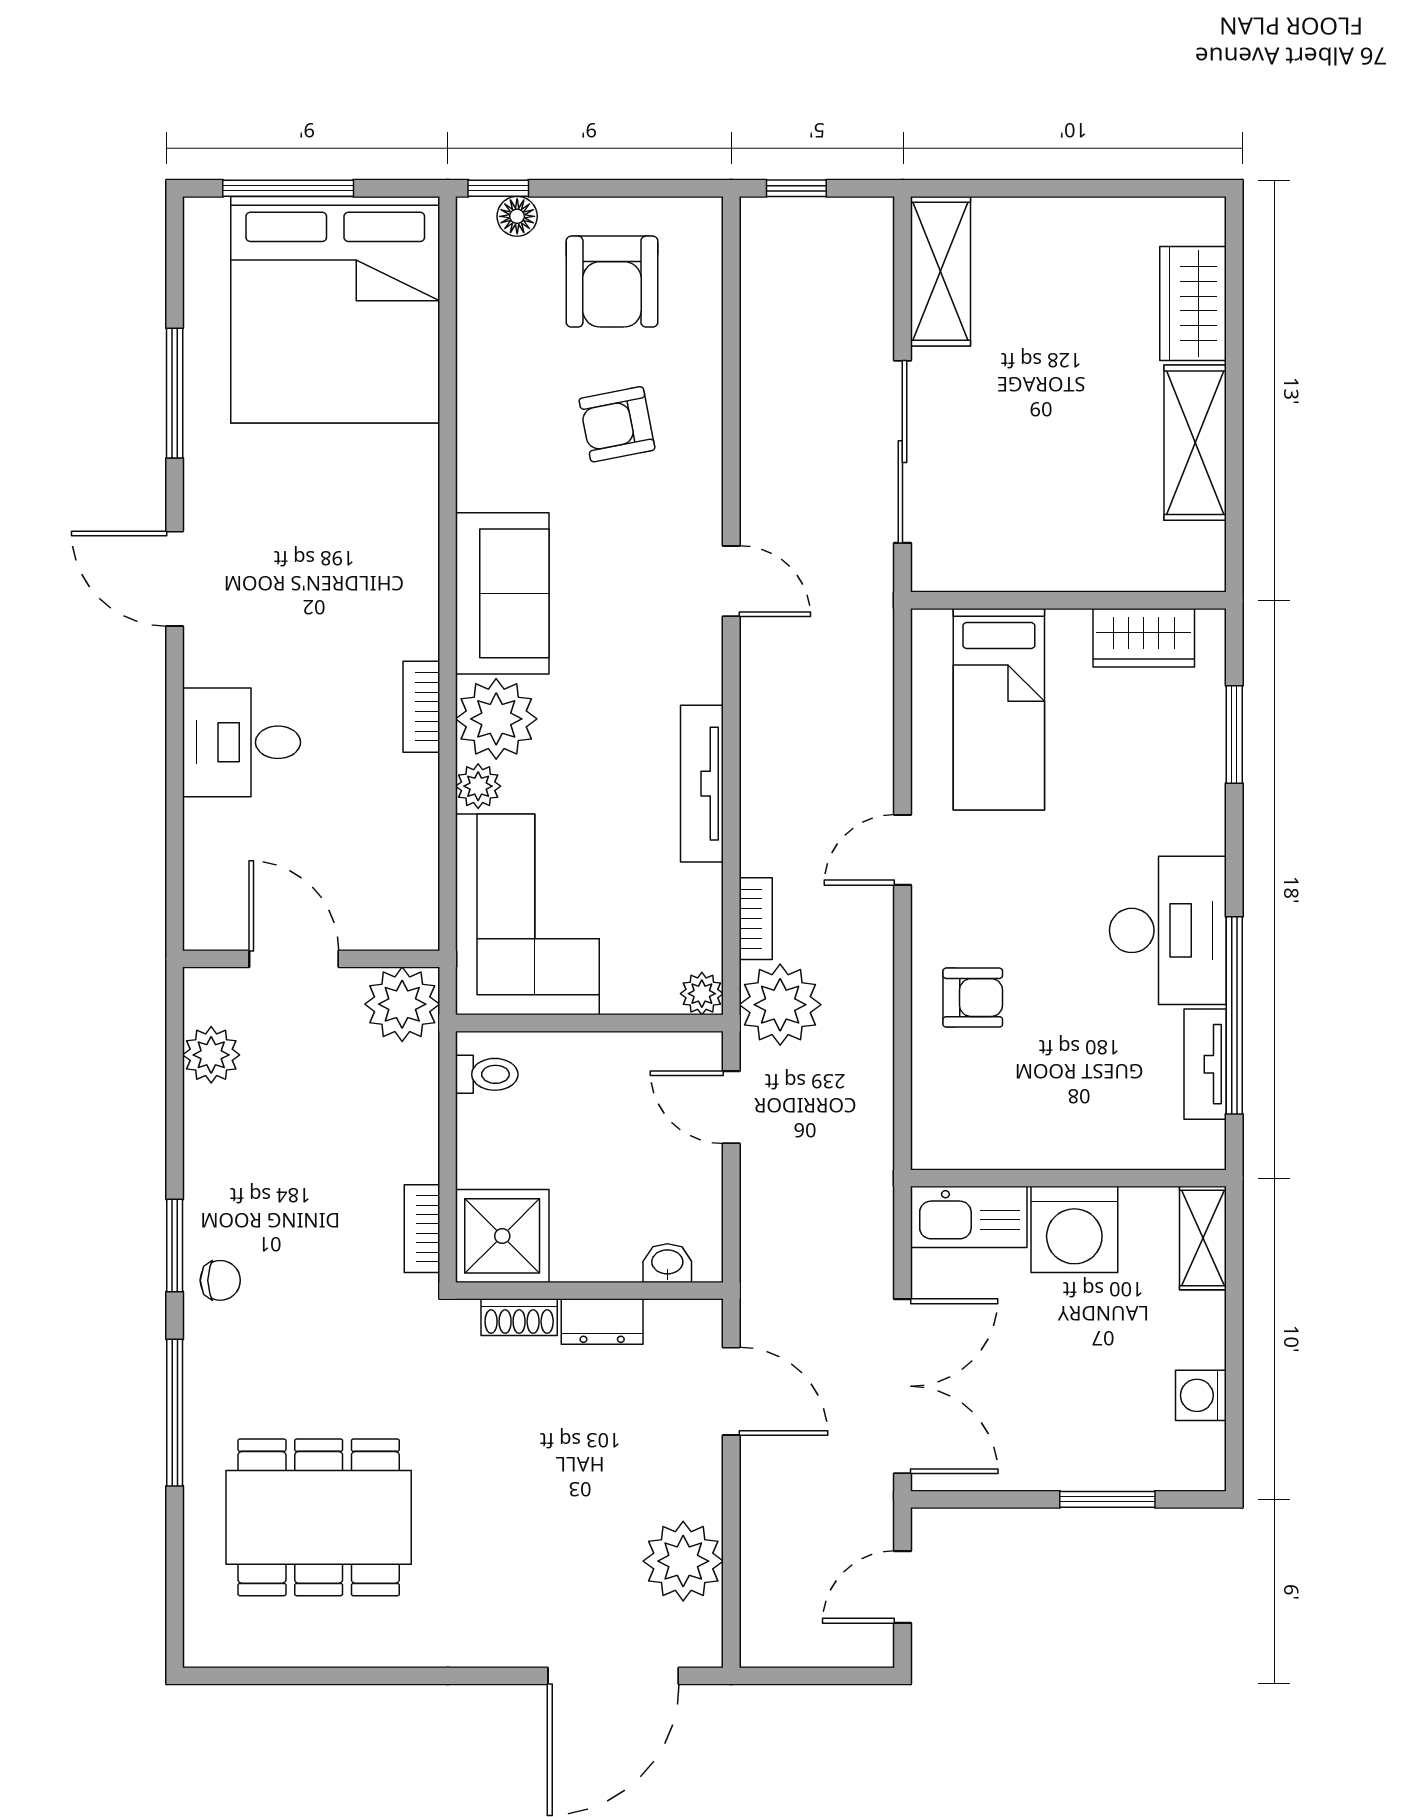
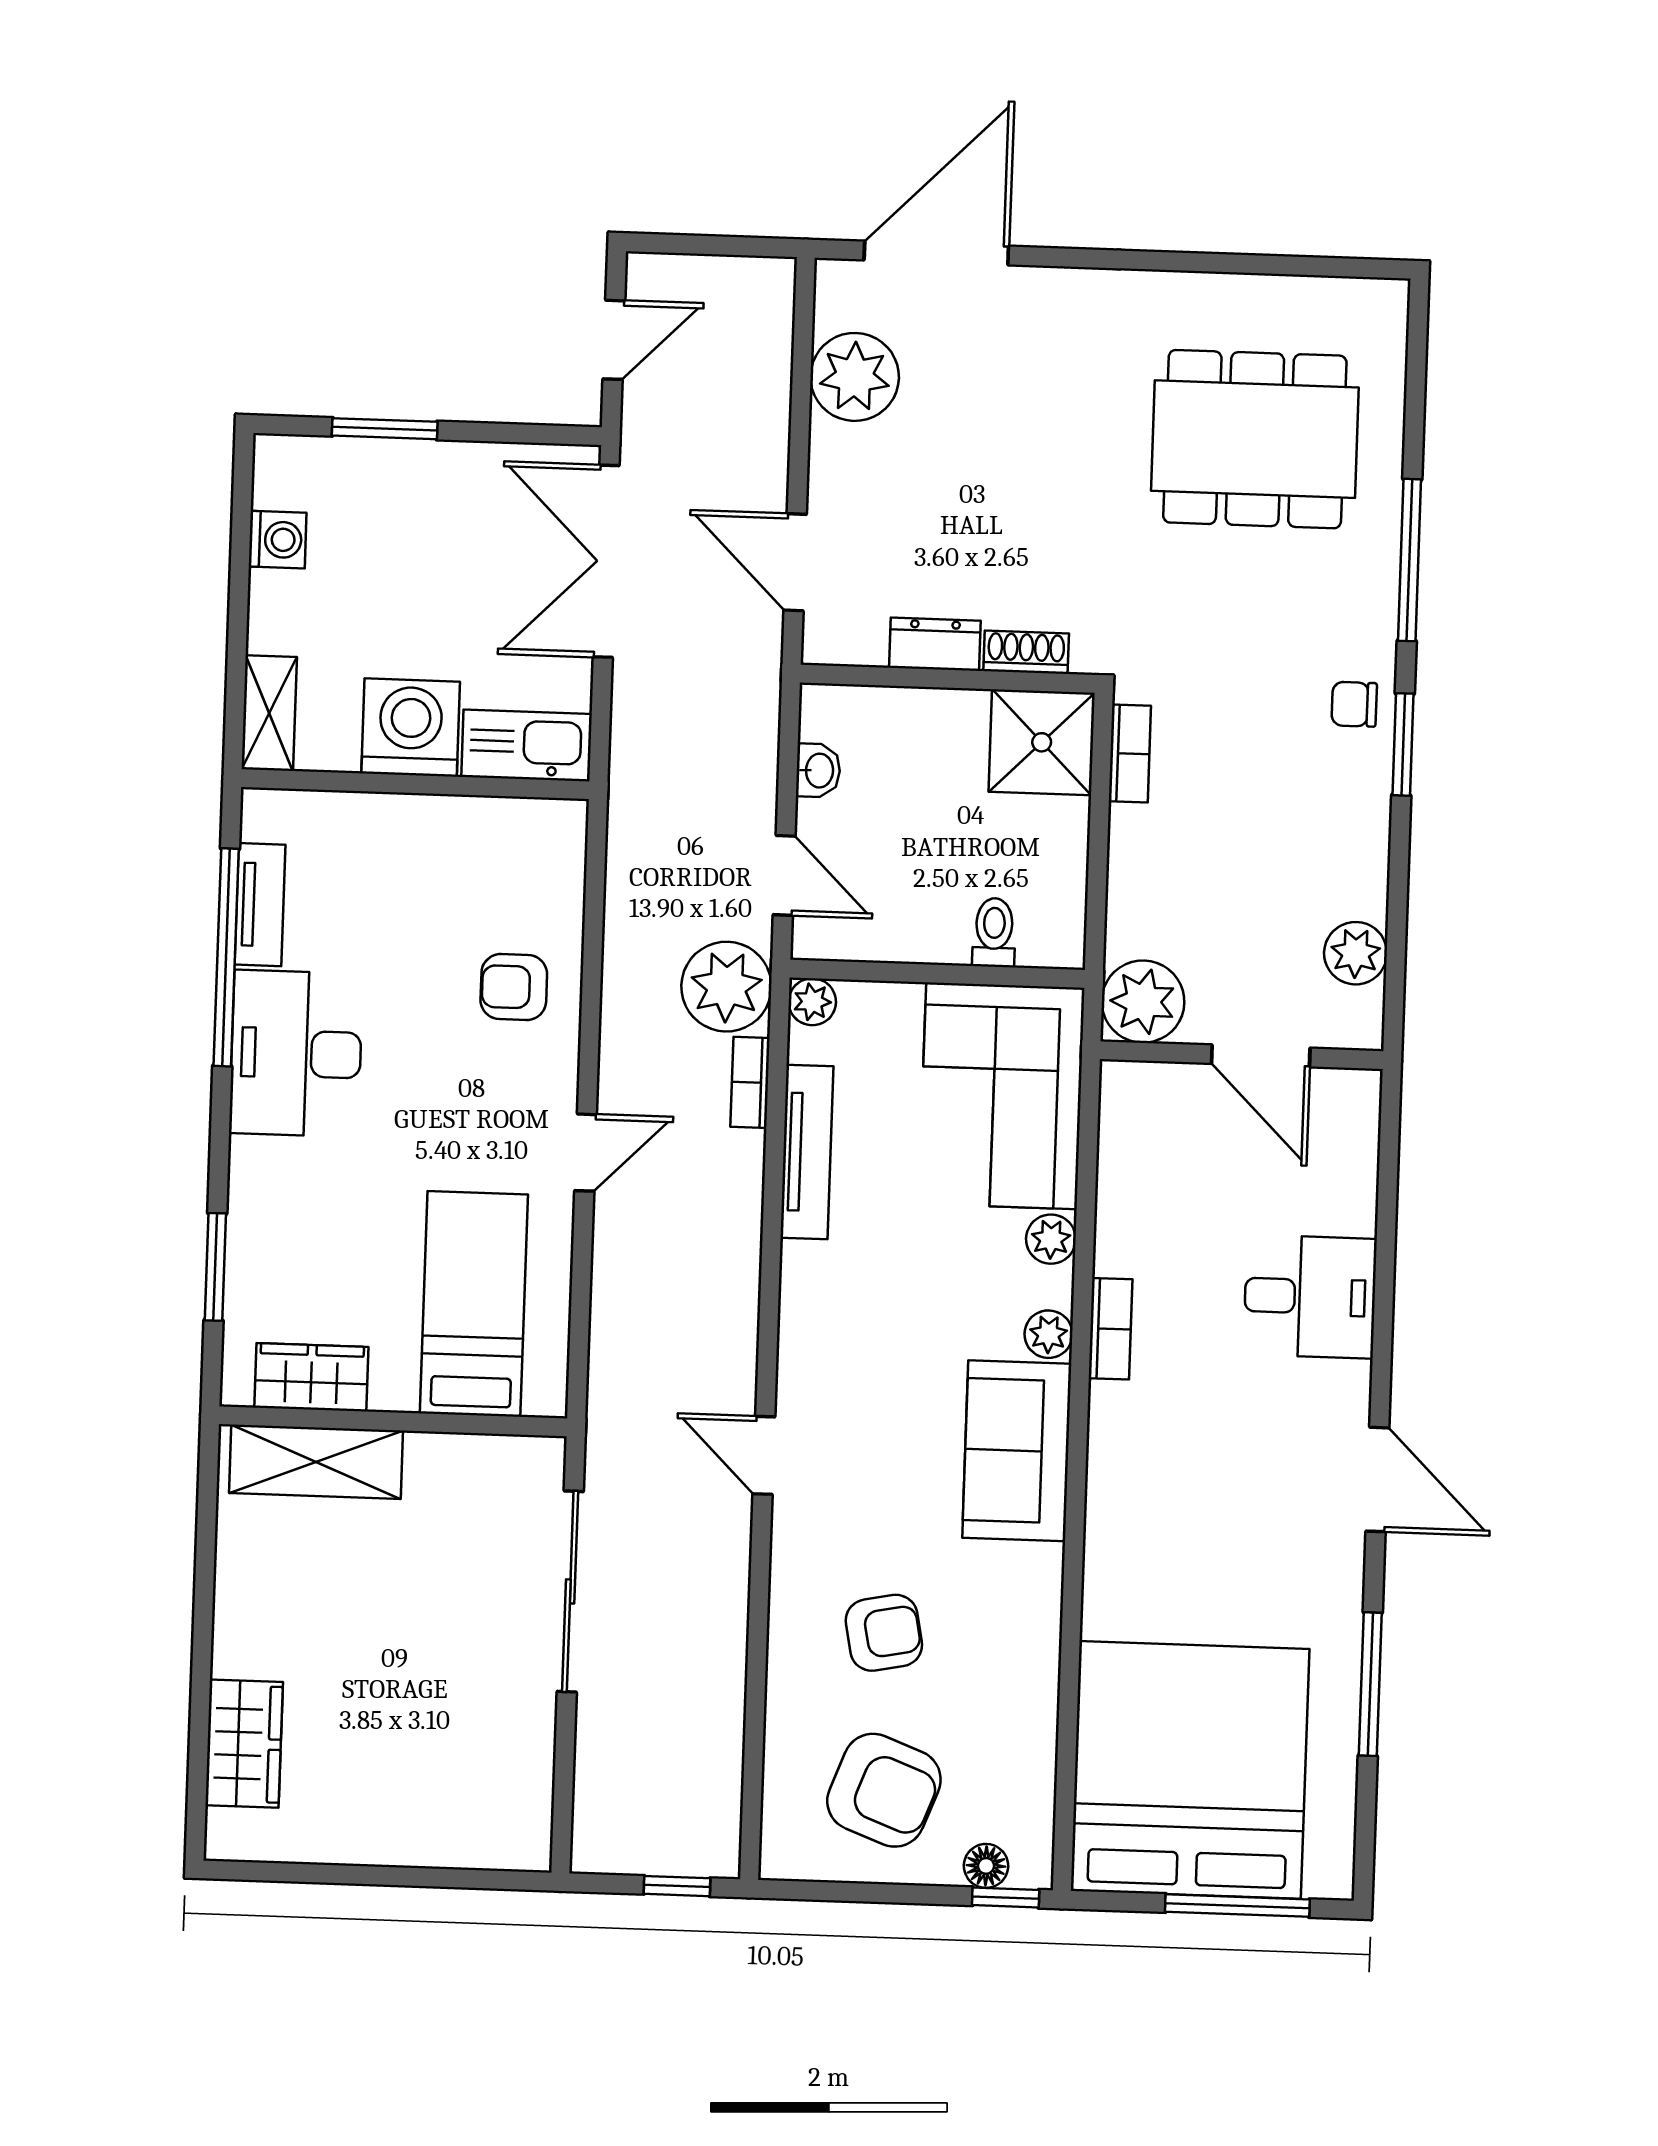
shelving: (940, 271) -> (521, 1789), removed
armchair: (612, 282) -> (884, 1790), turned 111
shelving: (1195, 443) -> (316, 1462), moved, turned 90
plant: (496, 719) -> (1048, 1334), width x0.53, depth x0.53
tv unit: (702, 784) -> (807, 1152), moved
toilet: (487, 1074) -> (994, 933), moved, turned 90
washbasin: (667, 1263) -> (818, 770), moved, turned -90

